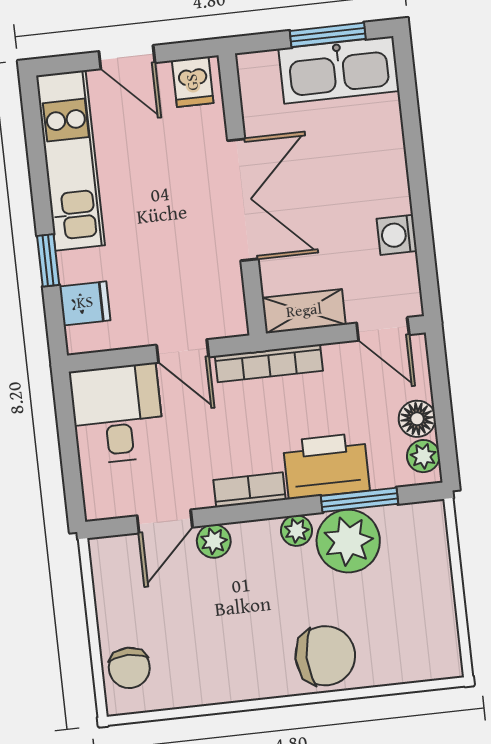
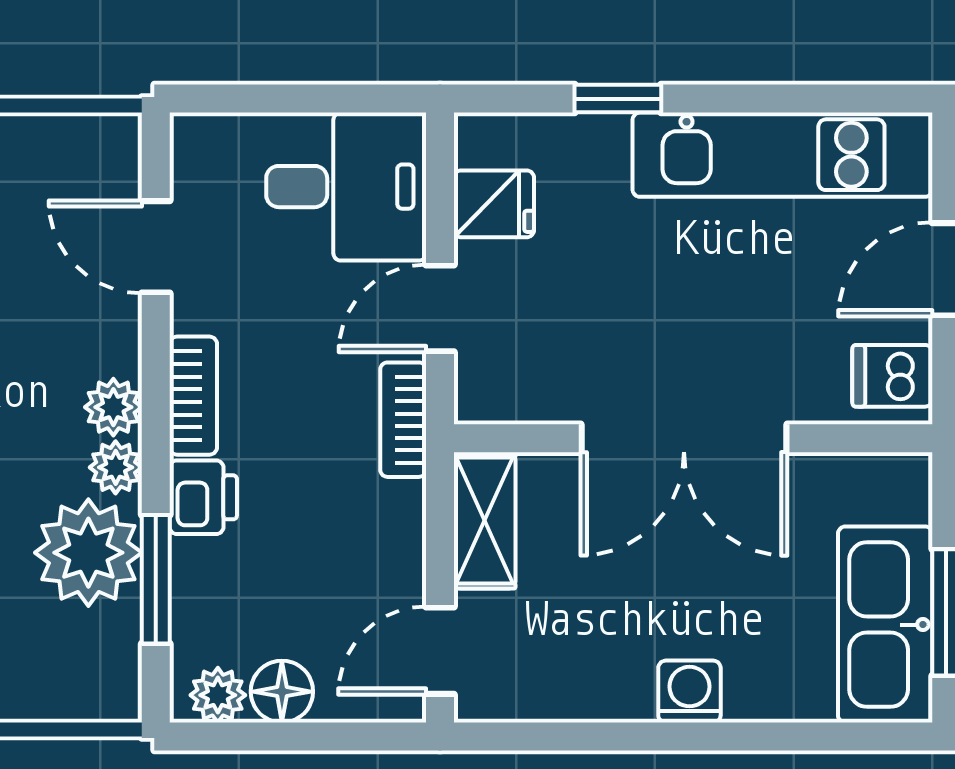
washing machine: (397, 235) -> (689, 692), moved
fridge: (85, 303) -> (494, 204), moved, turned -90
bookcase: (269, 363) -> (403, 420), width x0.64
printer: (326, 466) -> (203, 497), width x0.53, depth x0.68
plant: (214, 541) -> (113, 407), moved

